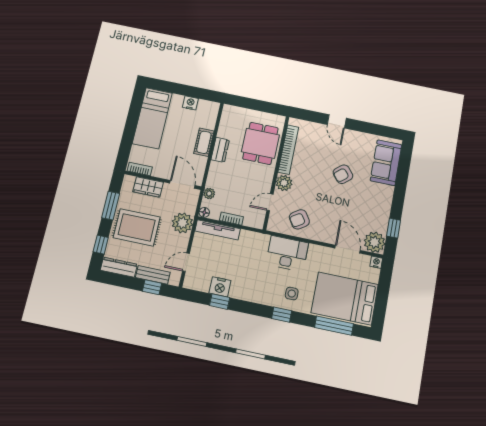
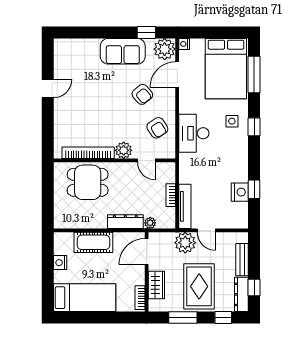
door: (337, 121) -> (48, 89), moved
cot: (204, 142) -> (93, 242), width x1.37, depth x1.34
dresser: (220, 150) -> (125, 222), moved, width x1.44
sofa: (386, 163) -> (123, 51), moved
armchair: (343, 174) -> (142, 94), moved
floor lamp: (204, 212) -> (170, 223), removed
door: (186, 262) -> (206, 230), moved
window: (152, 287) -> (254, 288), moved

